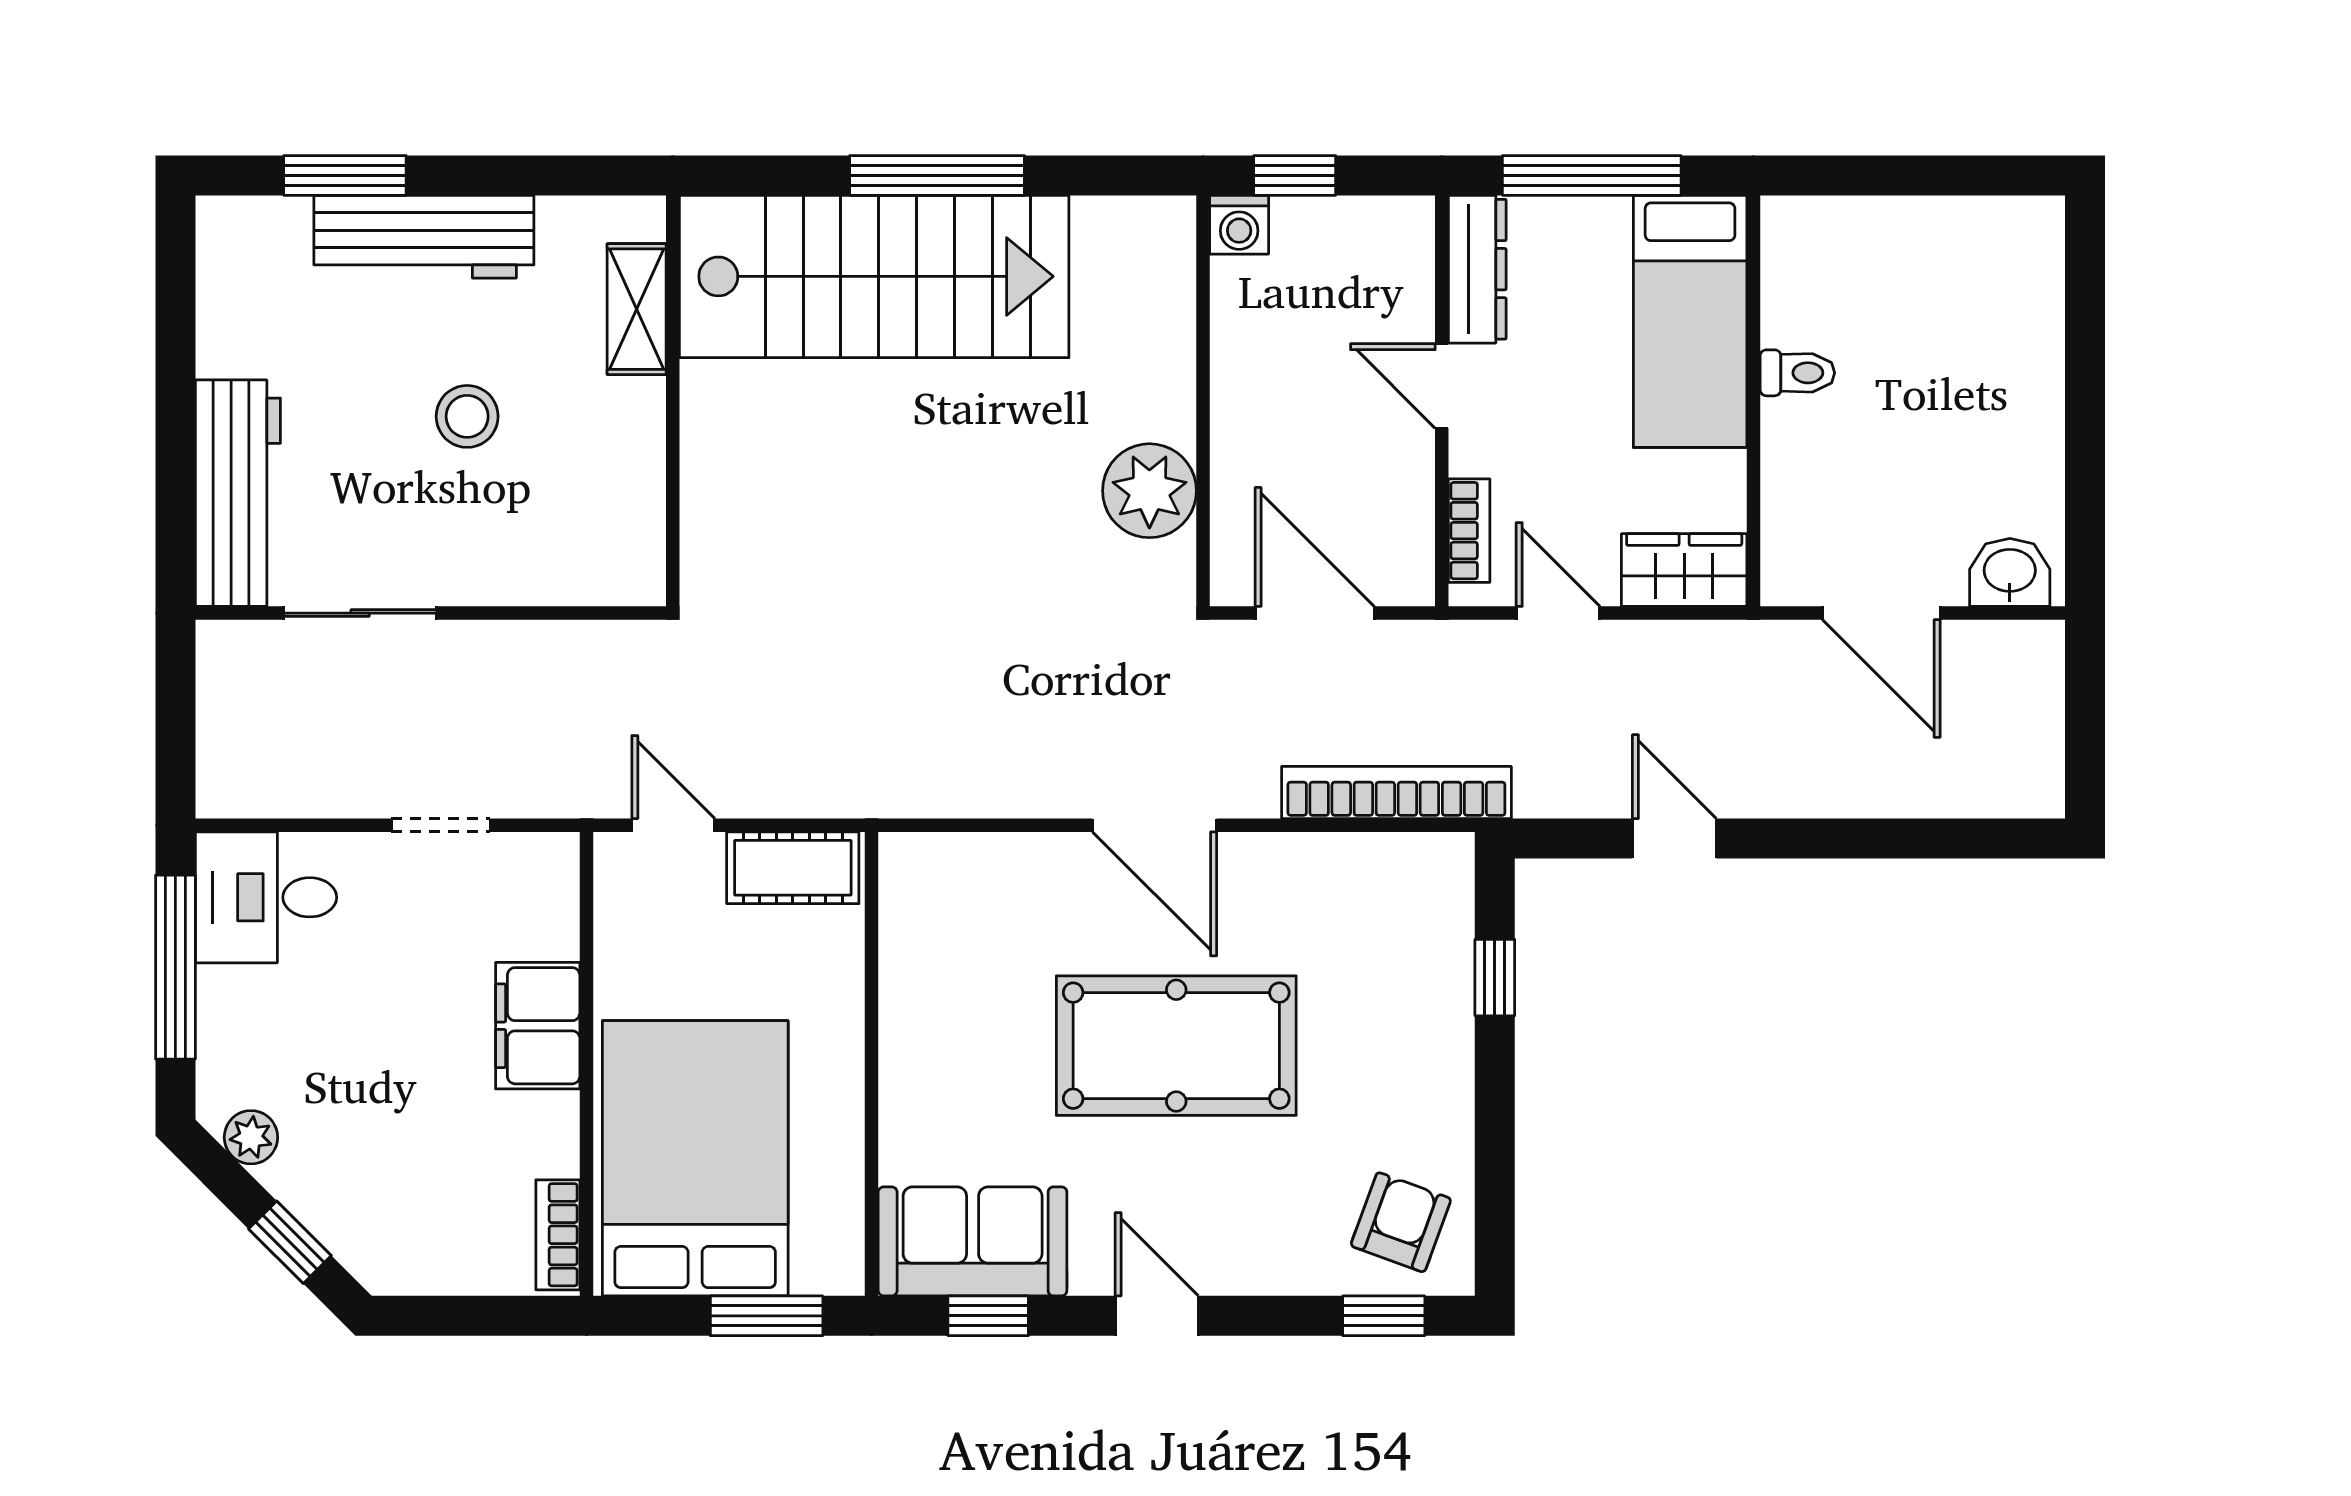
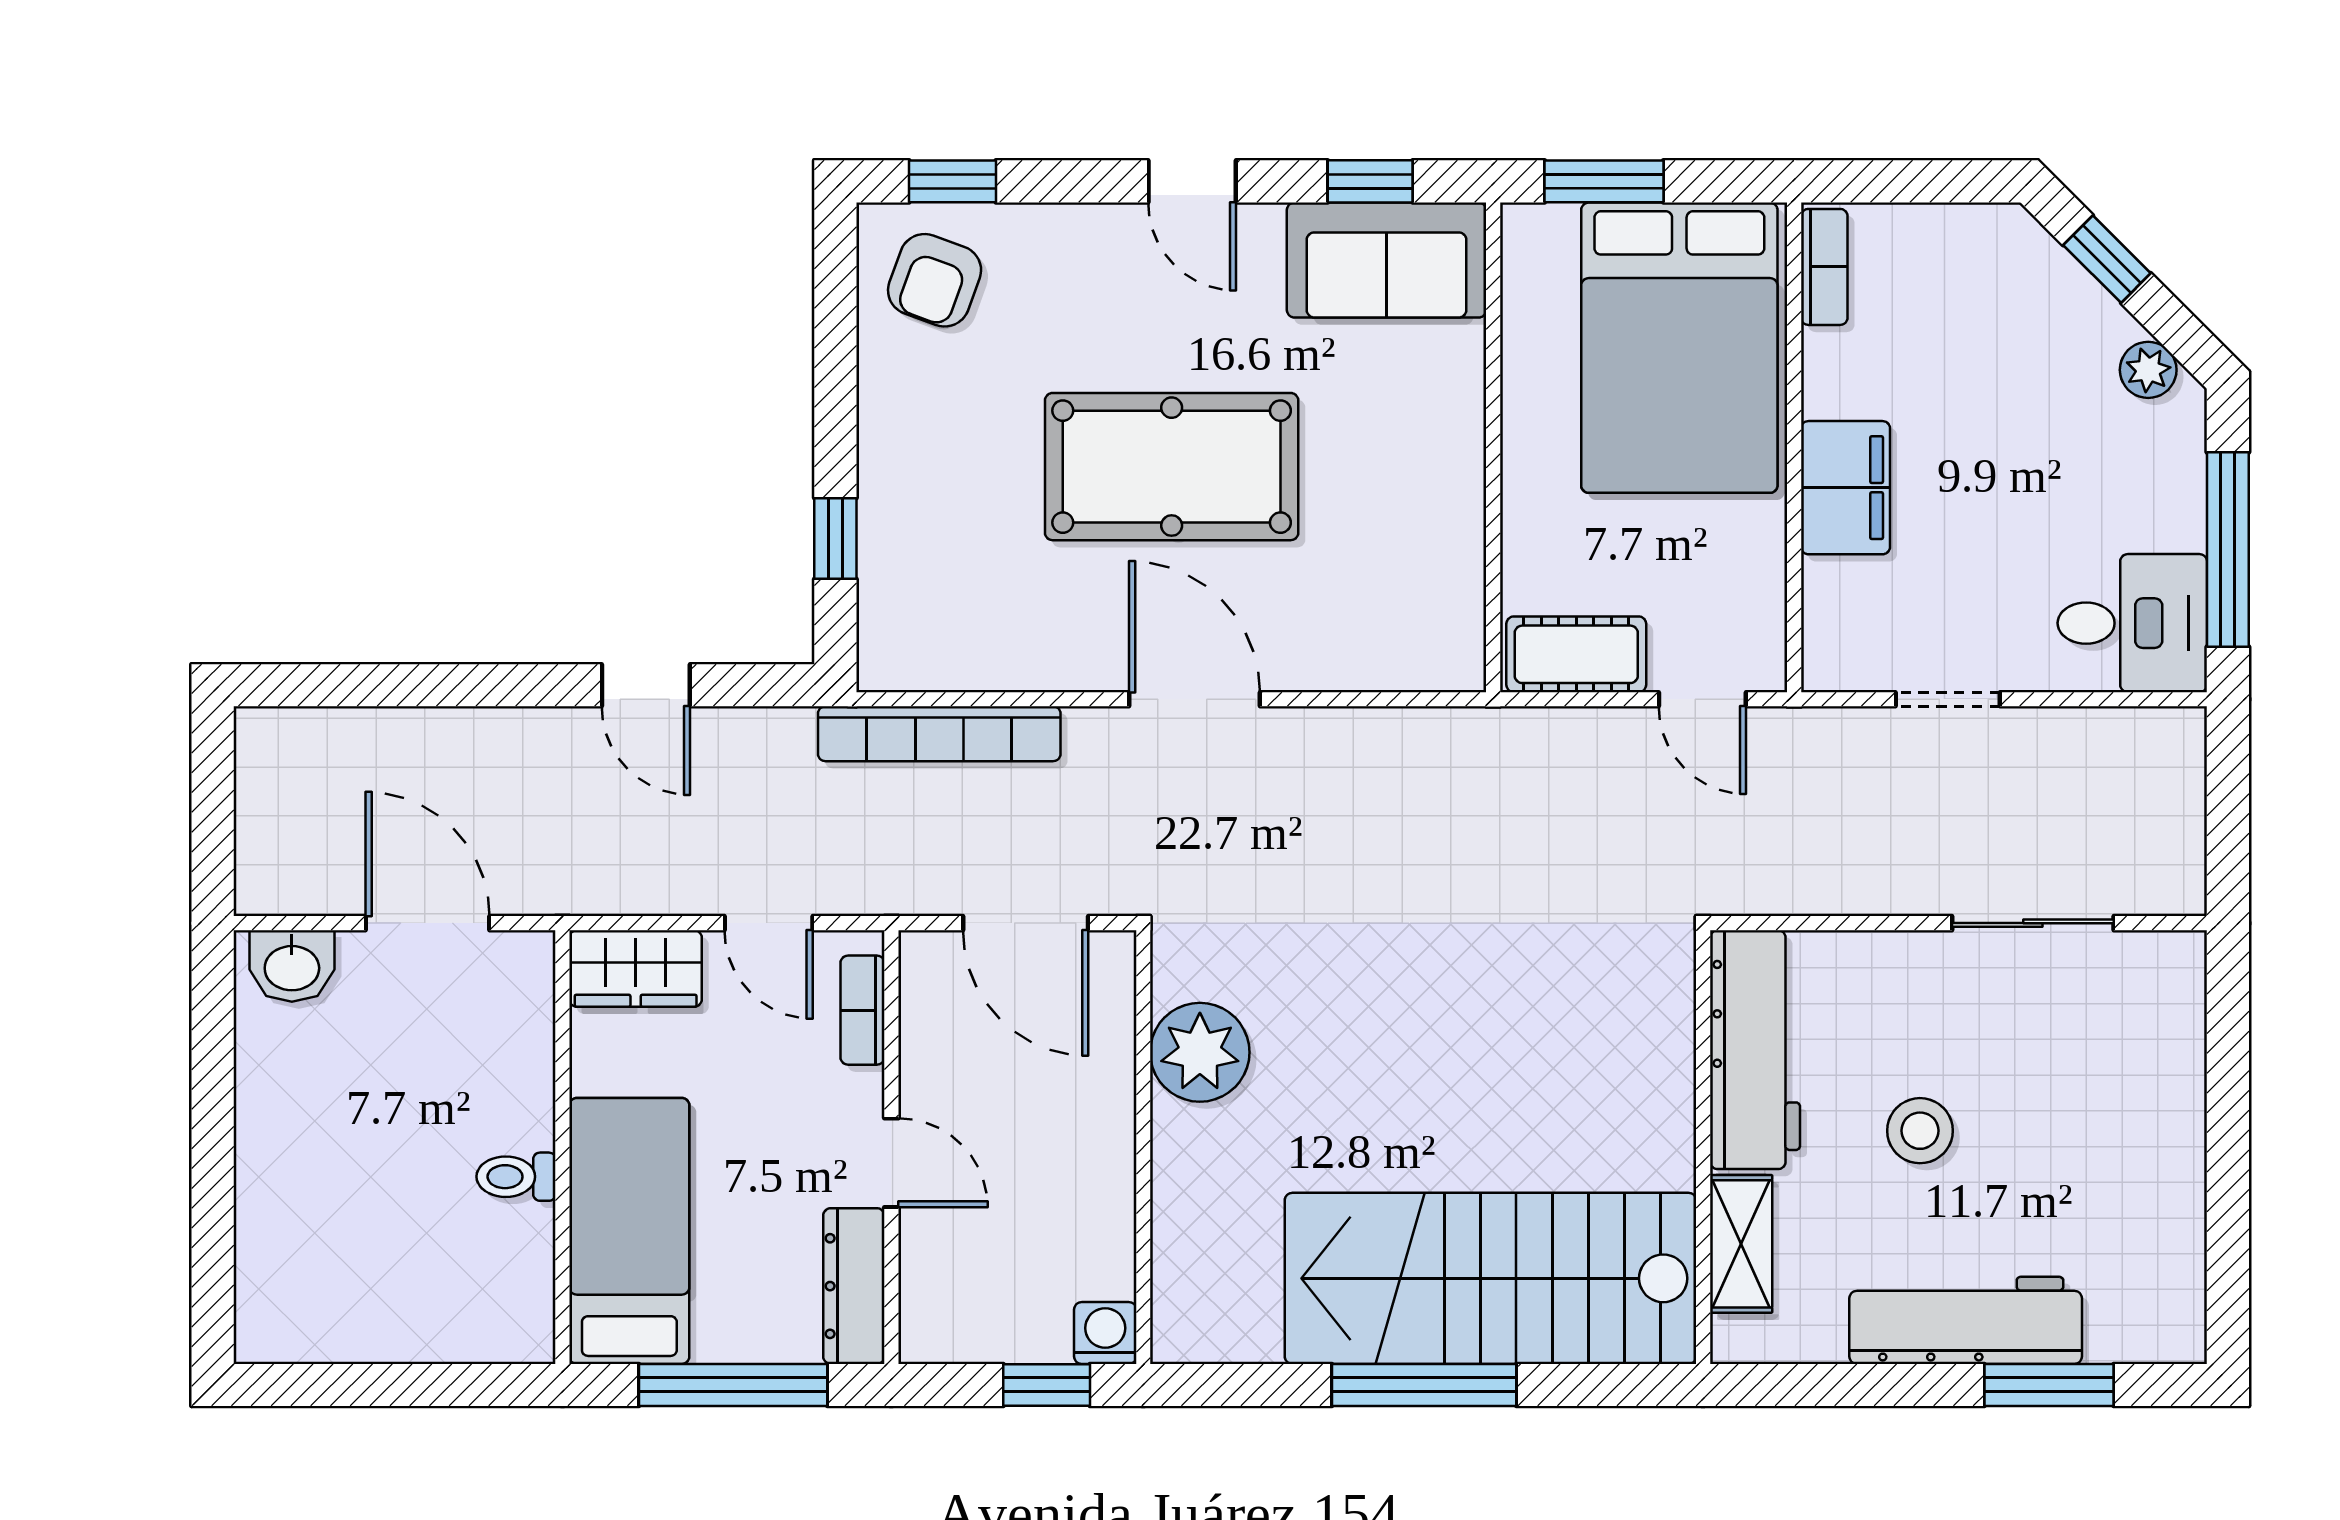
workbench: (238, 493) -> (1755, 1050), moved, turned 180

